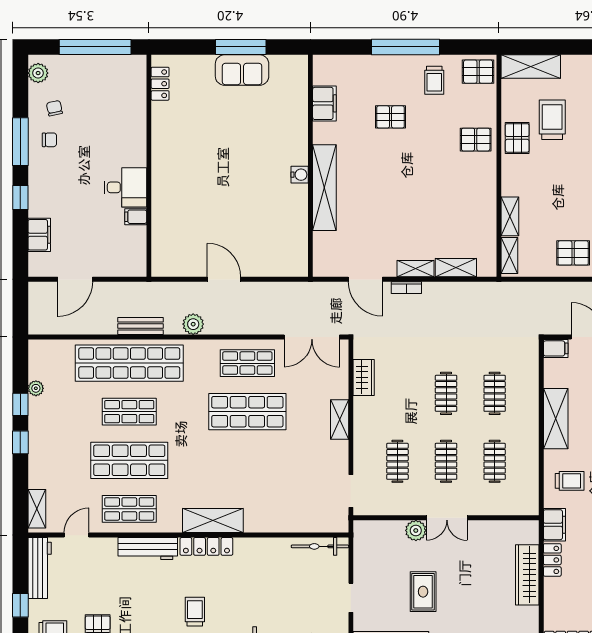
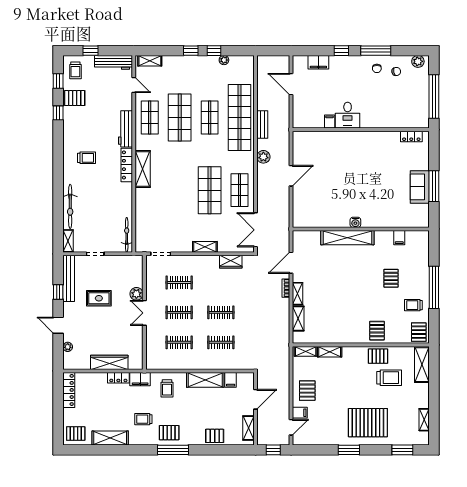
filing cabinet: (324, 103) -> (399, 238), width x0.50
filing cabinet: (556, 348) -> (231, 380), moved

